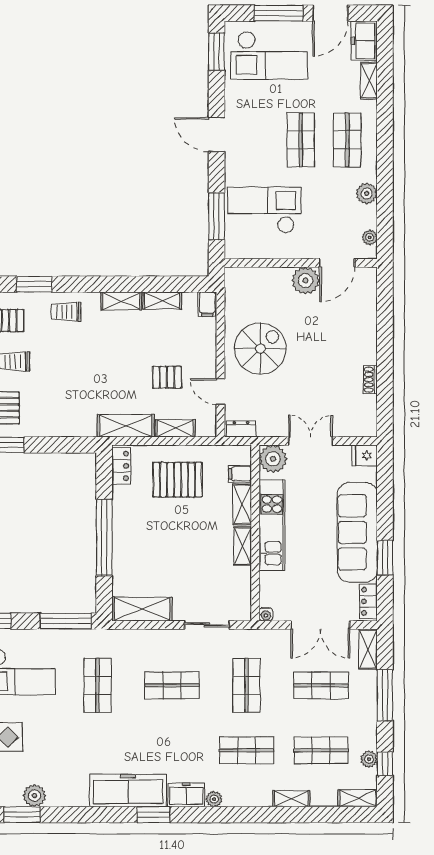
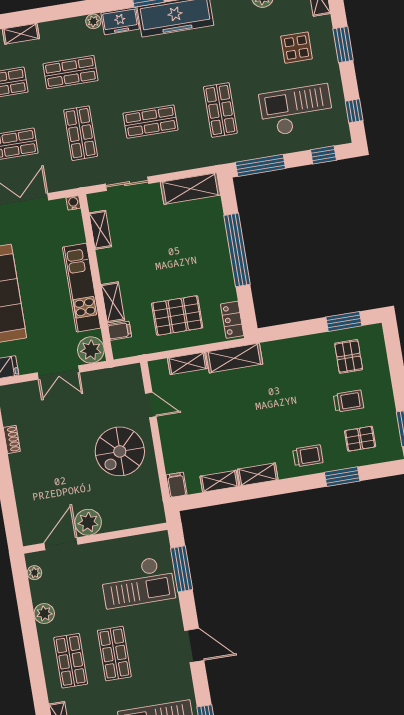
pallet: (167, 377) -> (203, 410), removed
dresser: (241, 429) -> (126, 373), removed
shelving: (243, 546) -> (100, 230), moved

